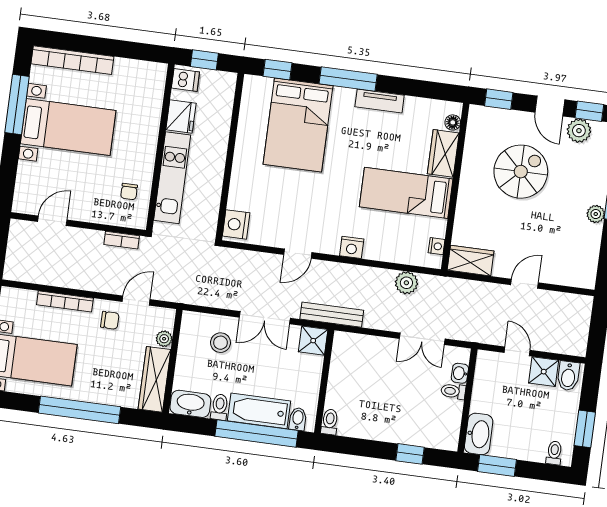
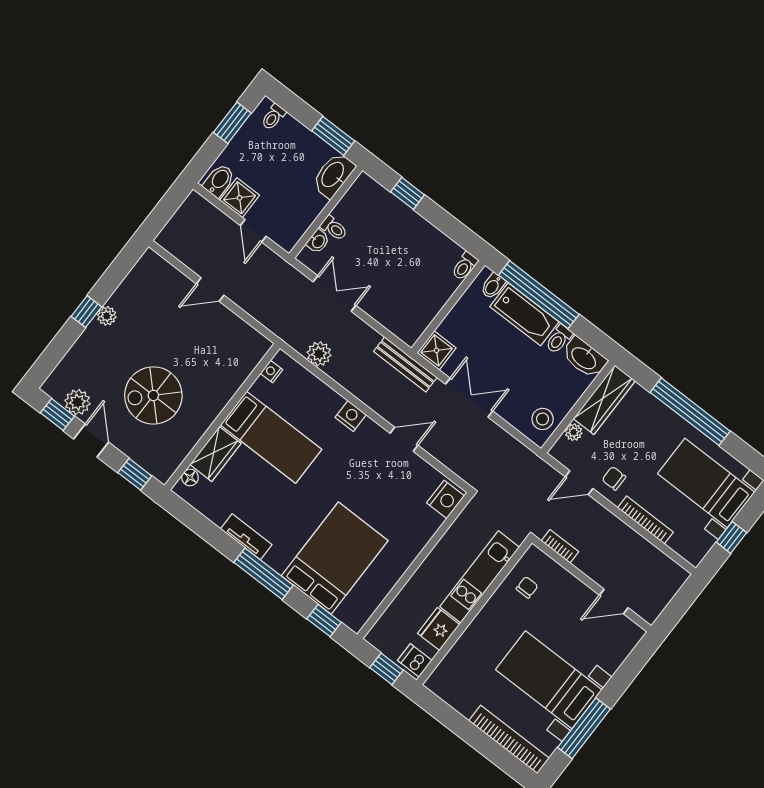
wardrobe: (471, 261) -> (248, 340), removed
stool: (221, 343) -> (543, 419), moved

